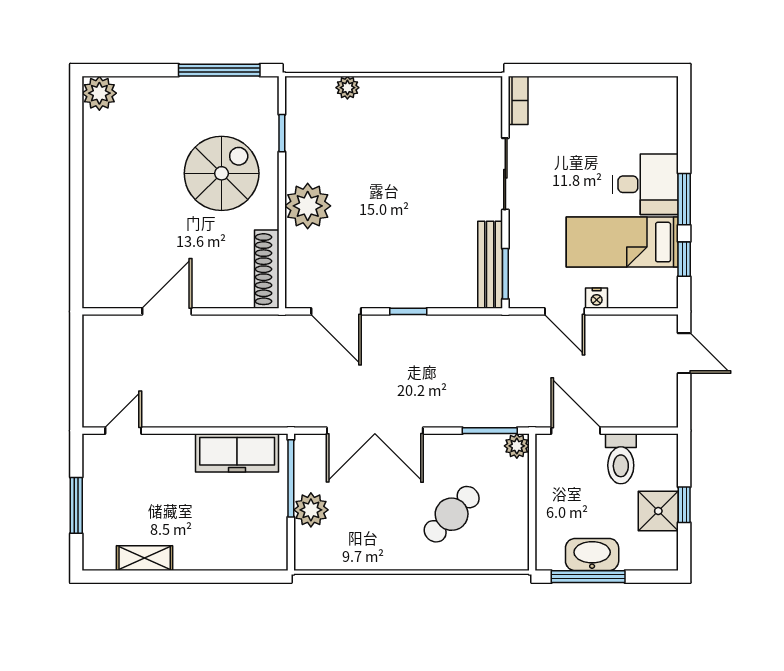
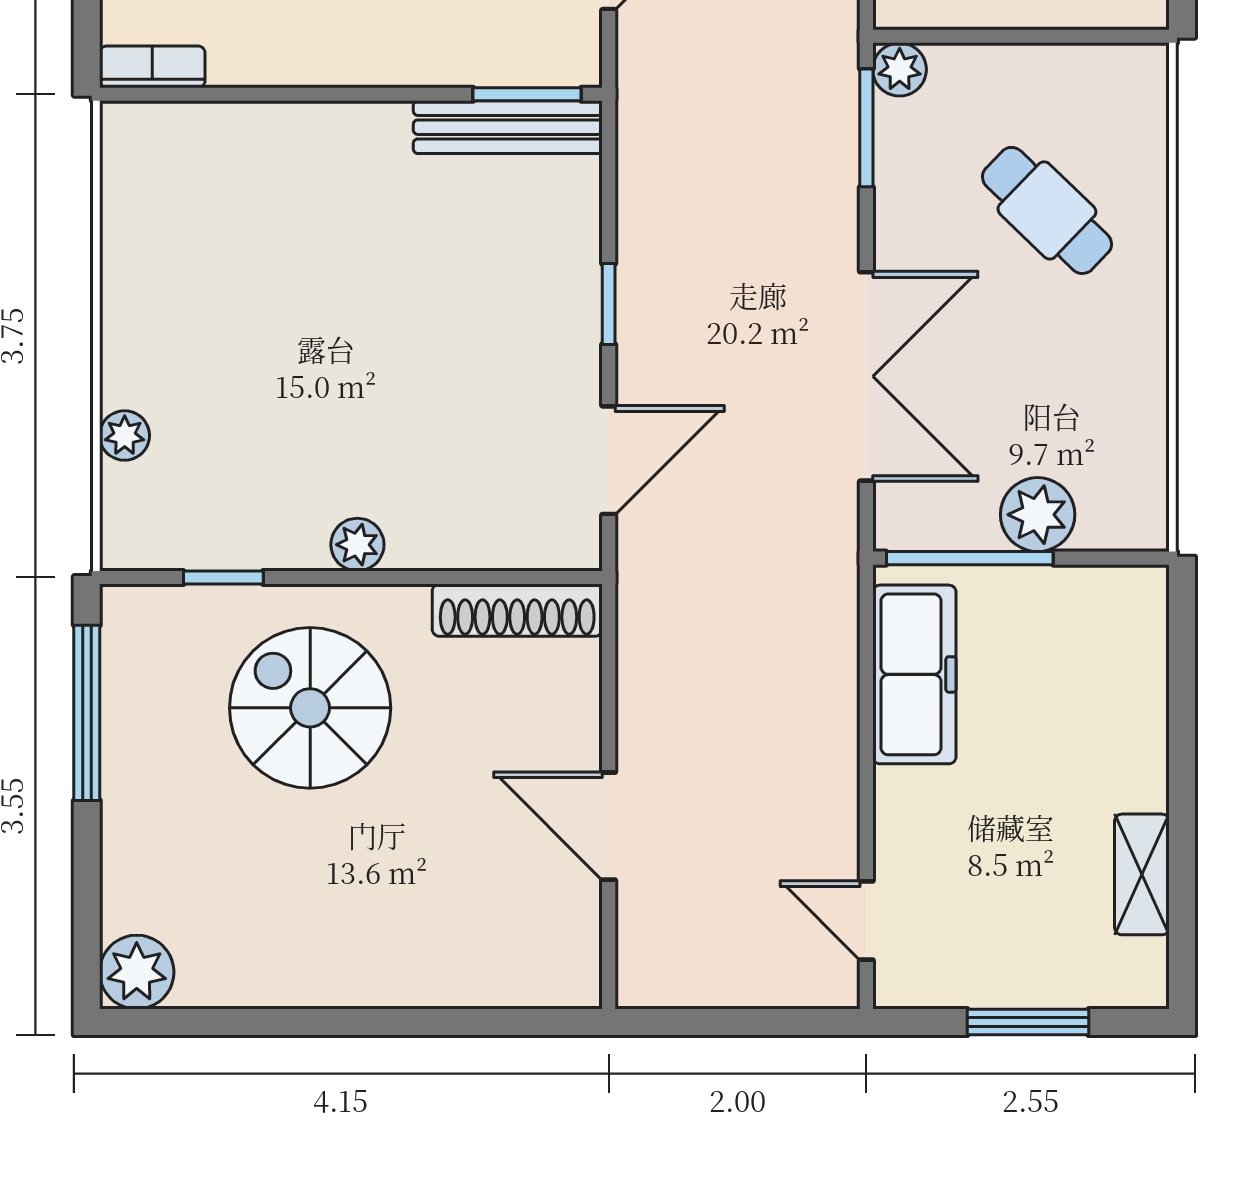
sliding door: (505, 174) -> (311, 94), removed
plant: (308, 206) -> (357, 545), width x0.53, depth x0.53

